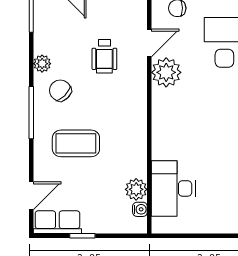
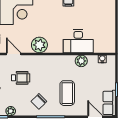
plant: (42, 64) -> (11, 111), moved
plant: (166, 72) -> (39, 45), moved
desk: (173, 188) -> (78, 41), moved
plant: (136, 189) -> (81, 61), moved

